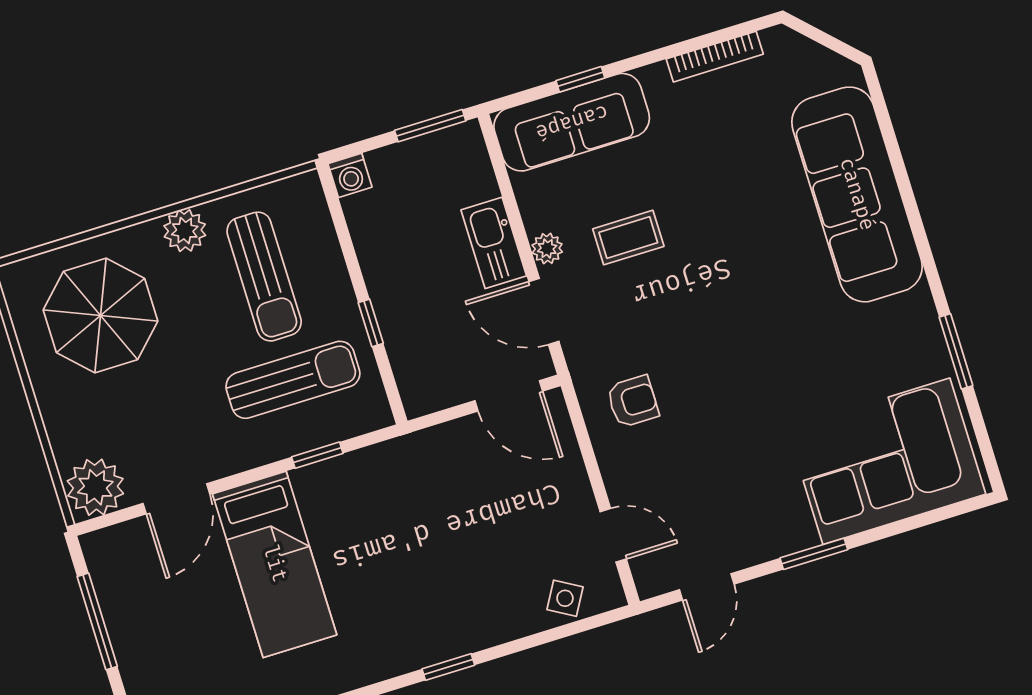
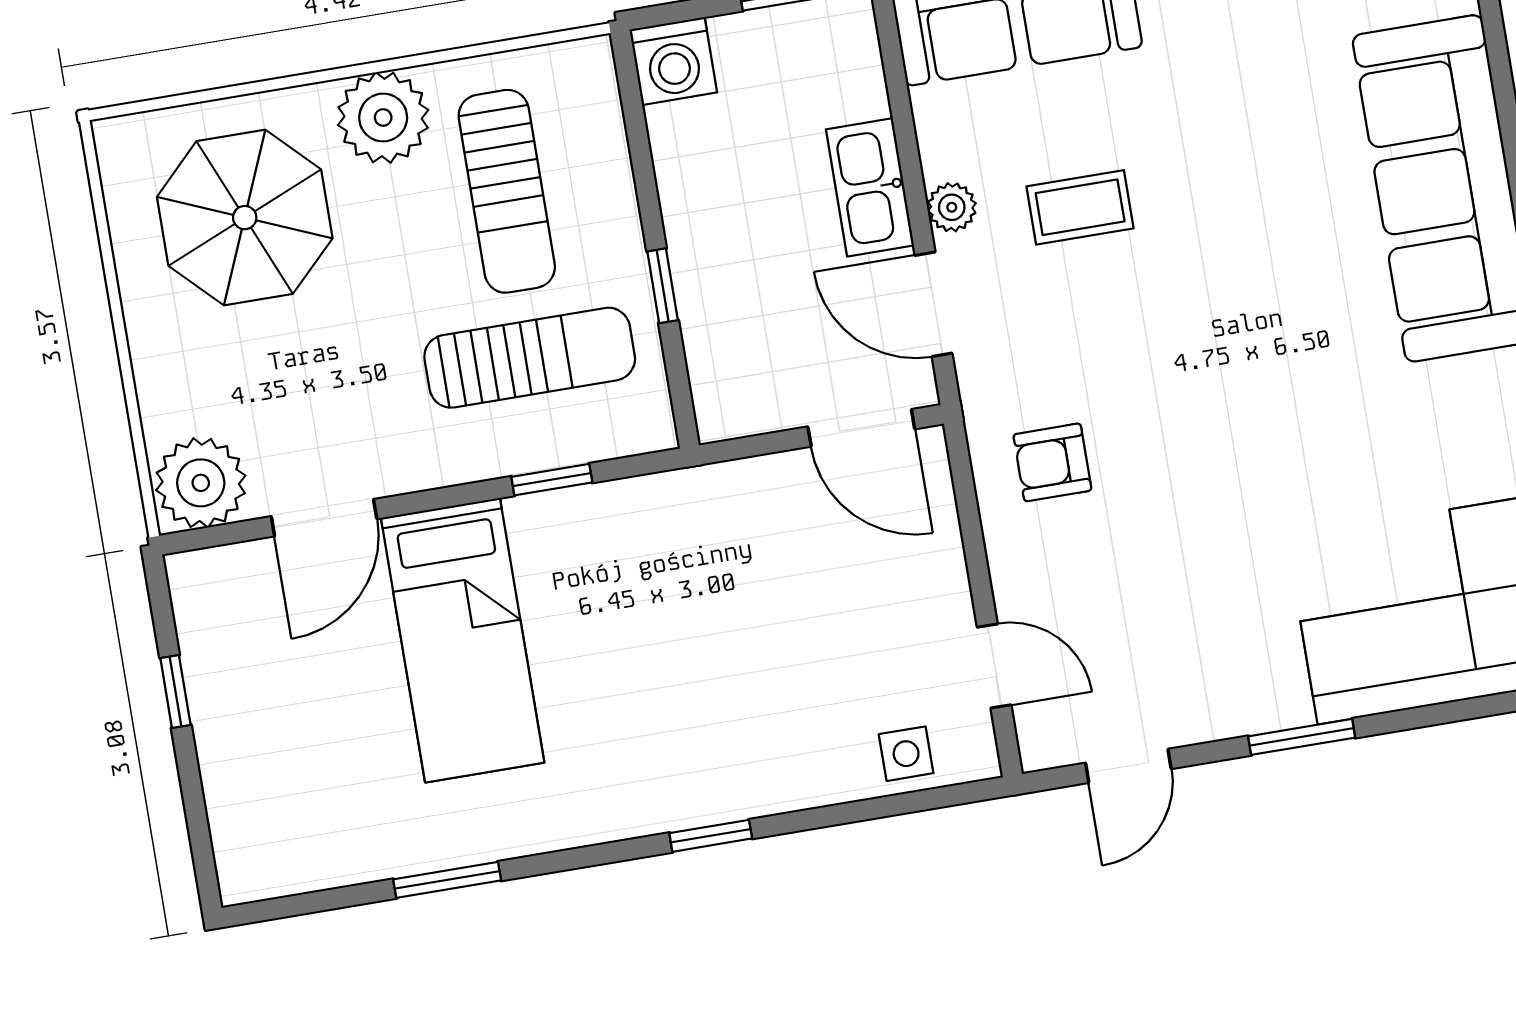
washing machine: (350, 175) -> (673, 61), width x1.38, depth x1.38
plant: (185, 231) -> (383, 117), width x1.36, depth x1.36
armchair: (633, 401) -> (1052, 462), turned 180
side table: (565, 598) -> (906, 754), turned -30
window: (97, 621) -> (175, 691), width x0.46

